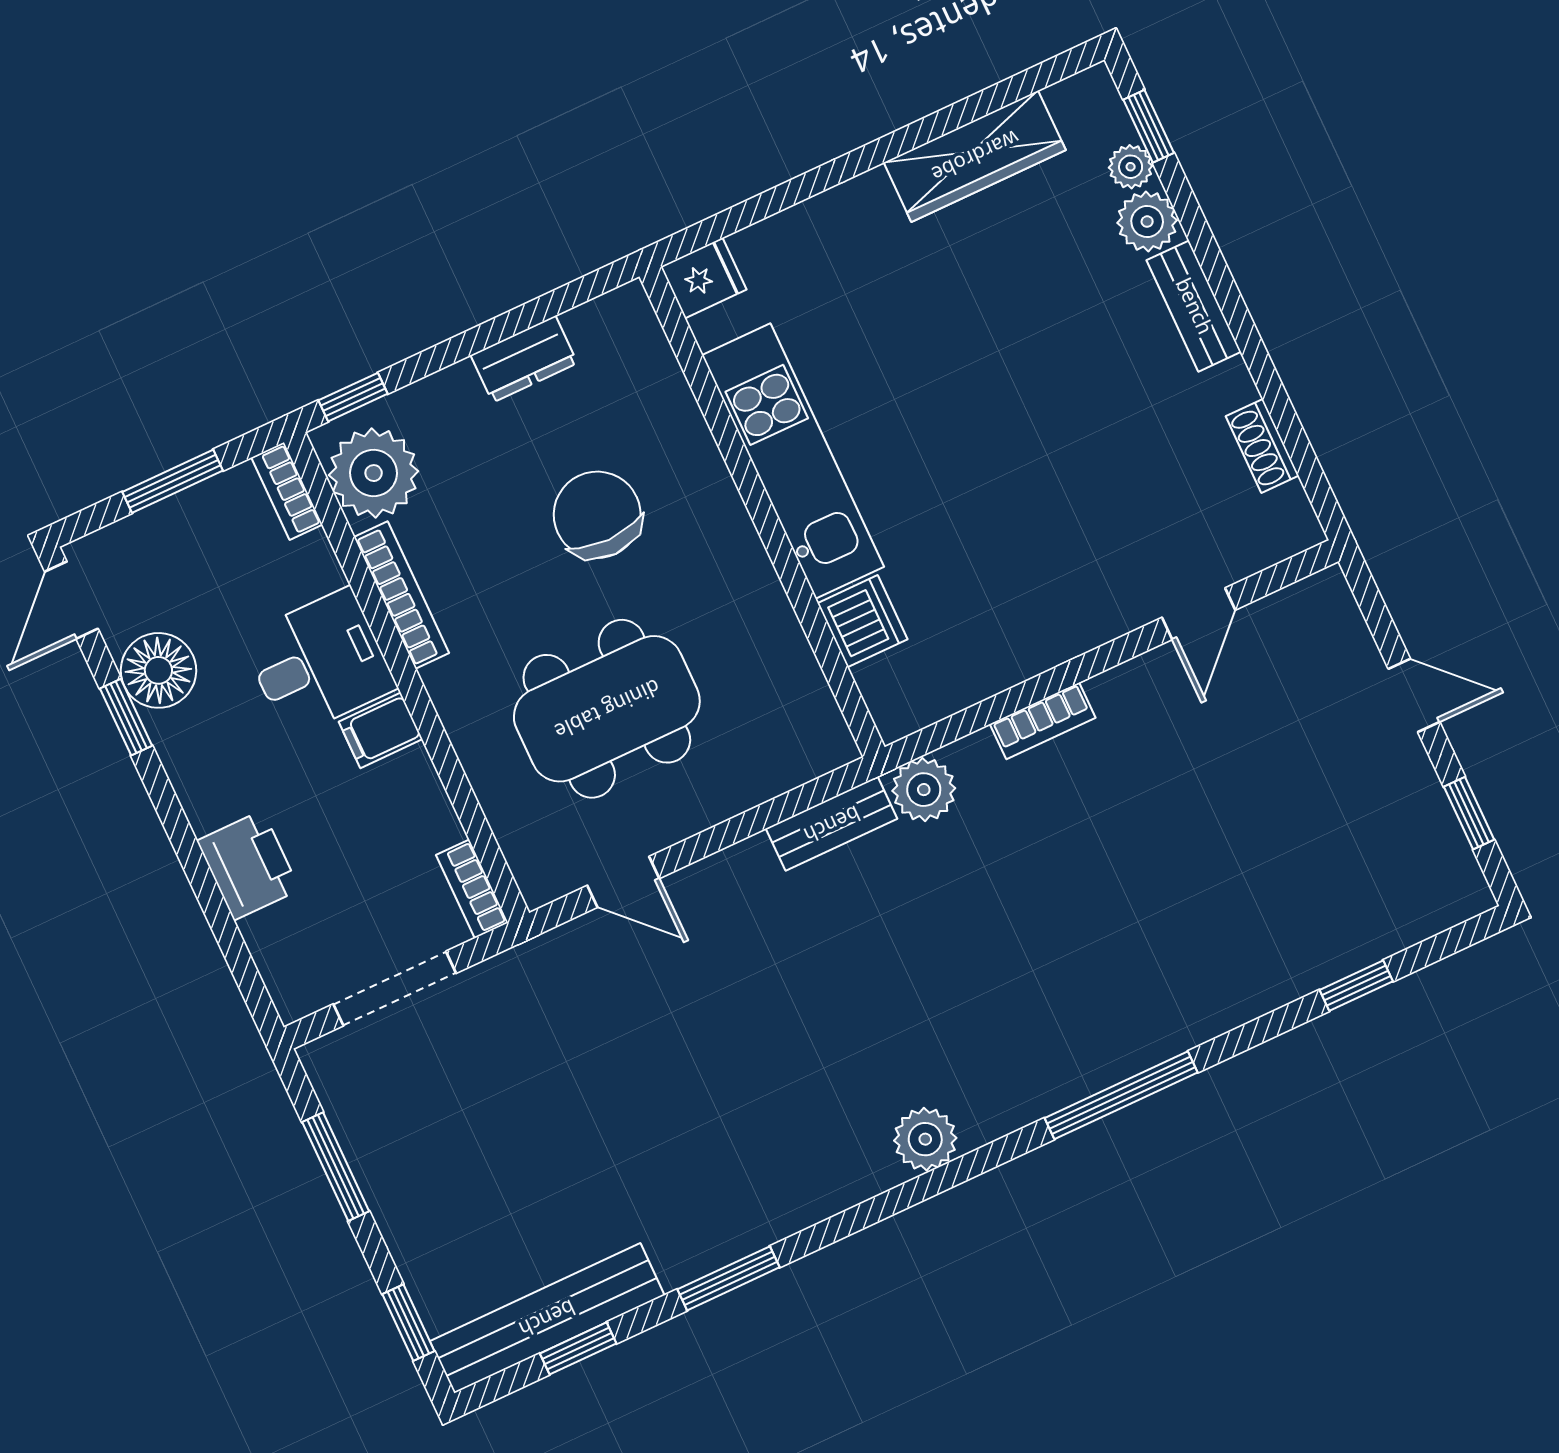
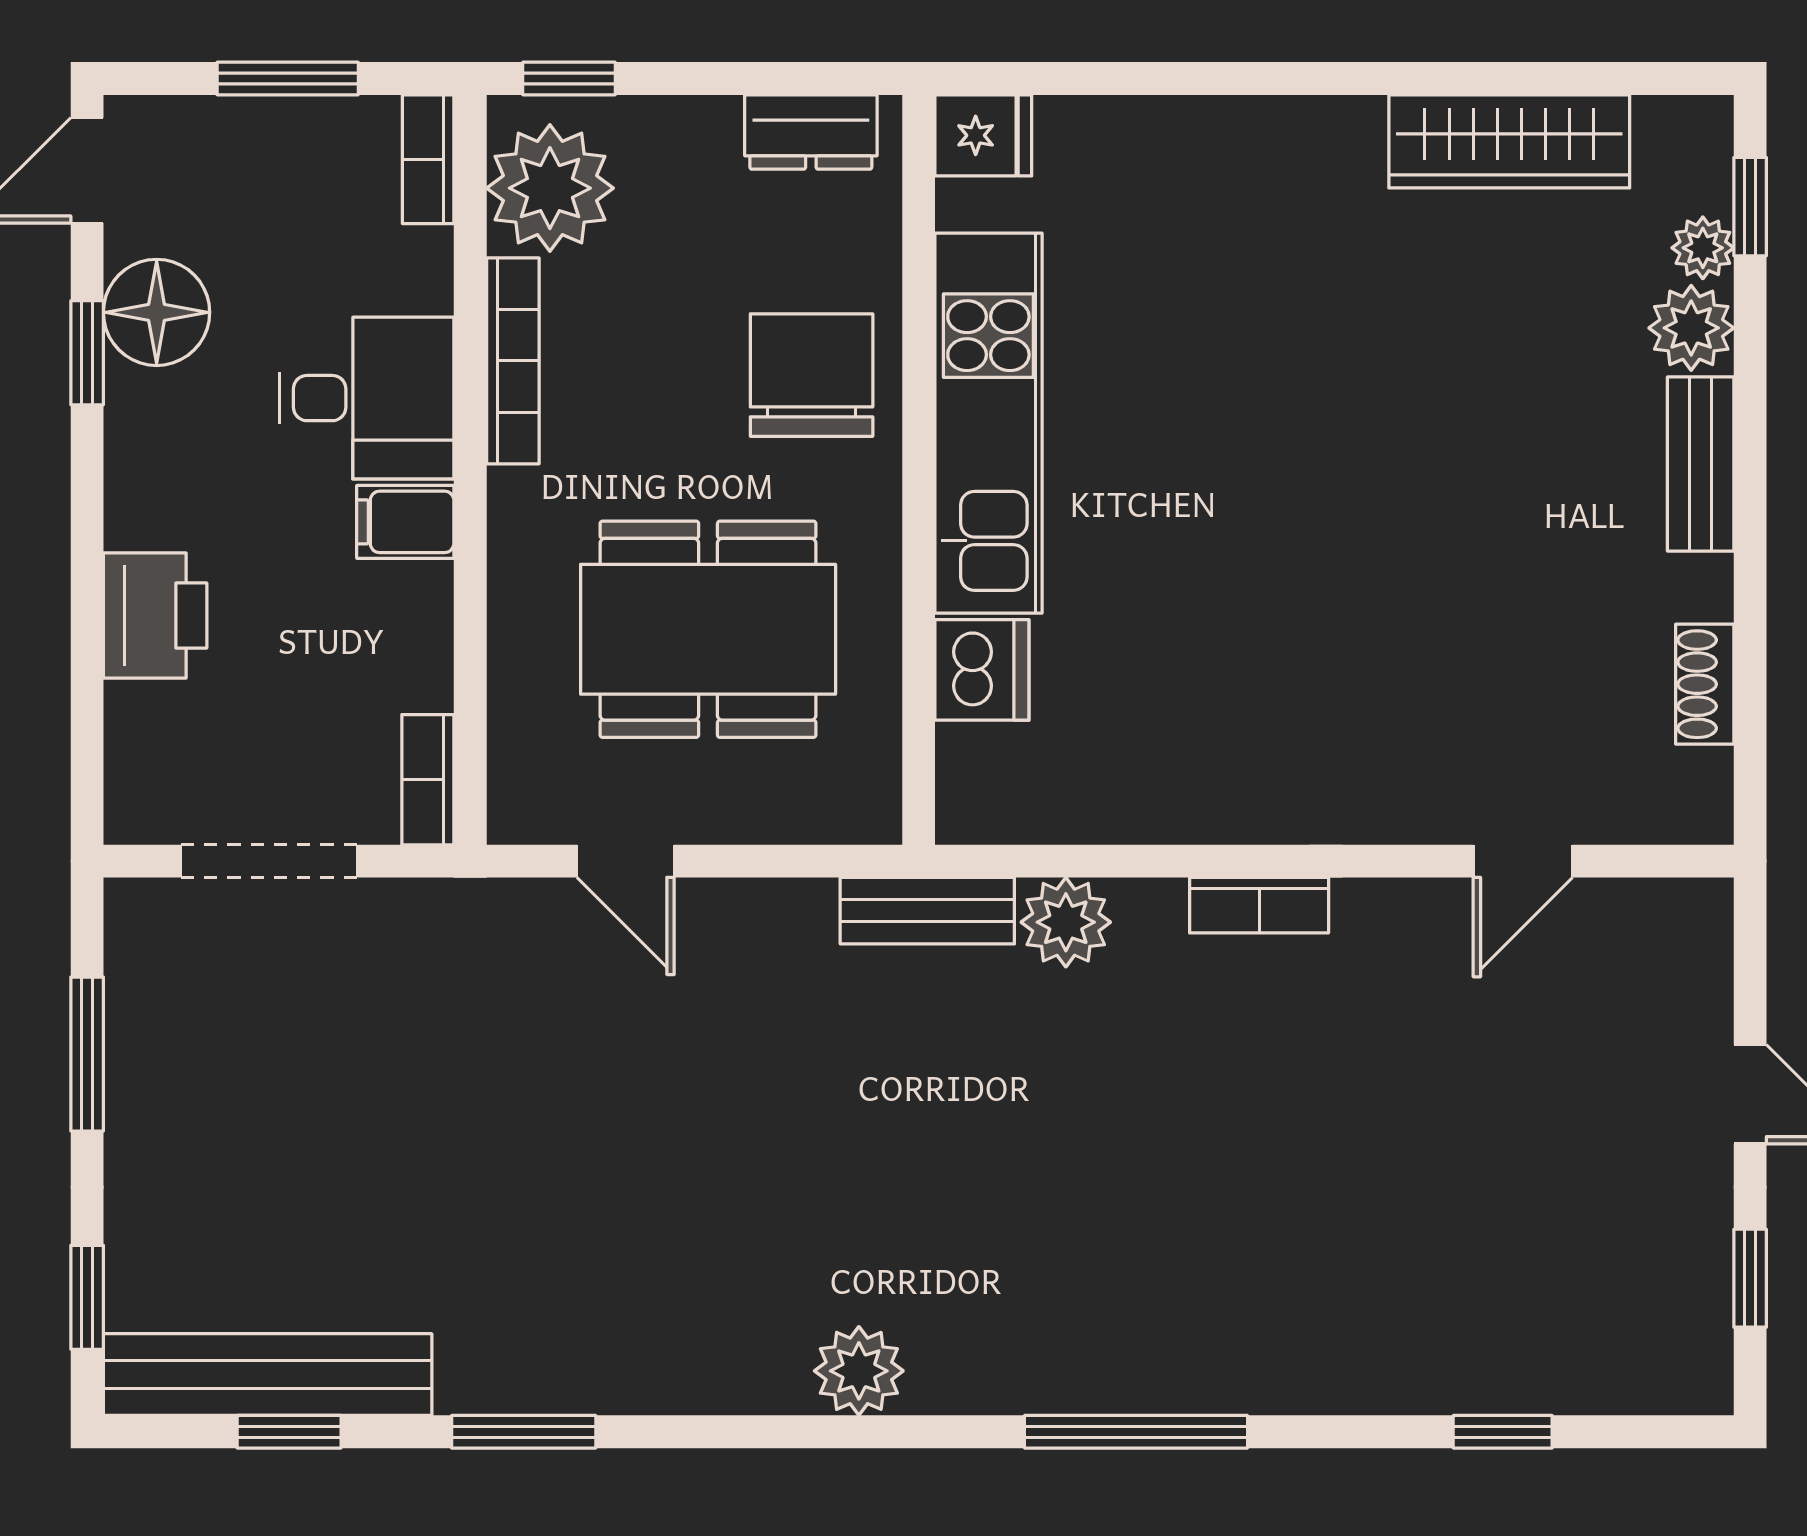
fridge: (704, 278) -> (983, 135), moved
kitchen unit: (793, 461) -> (988, 423), moved
wall: (762, 512) -> (919, 470), moved
dishwasher: (863, 621) -> (982, 670), moved

